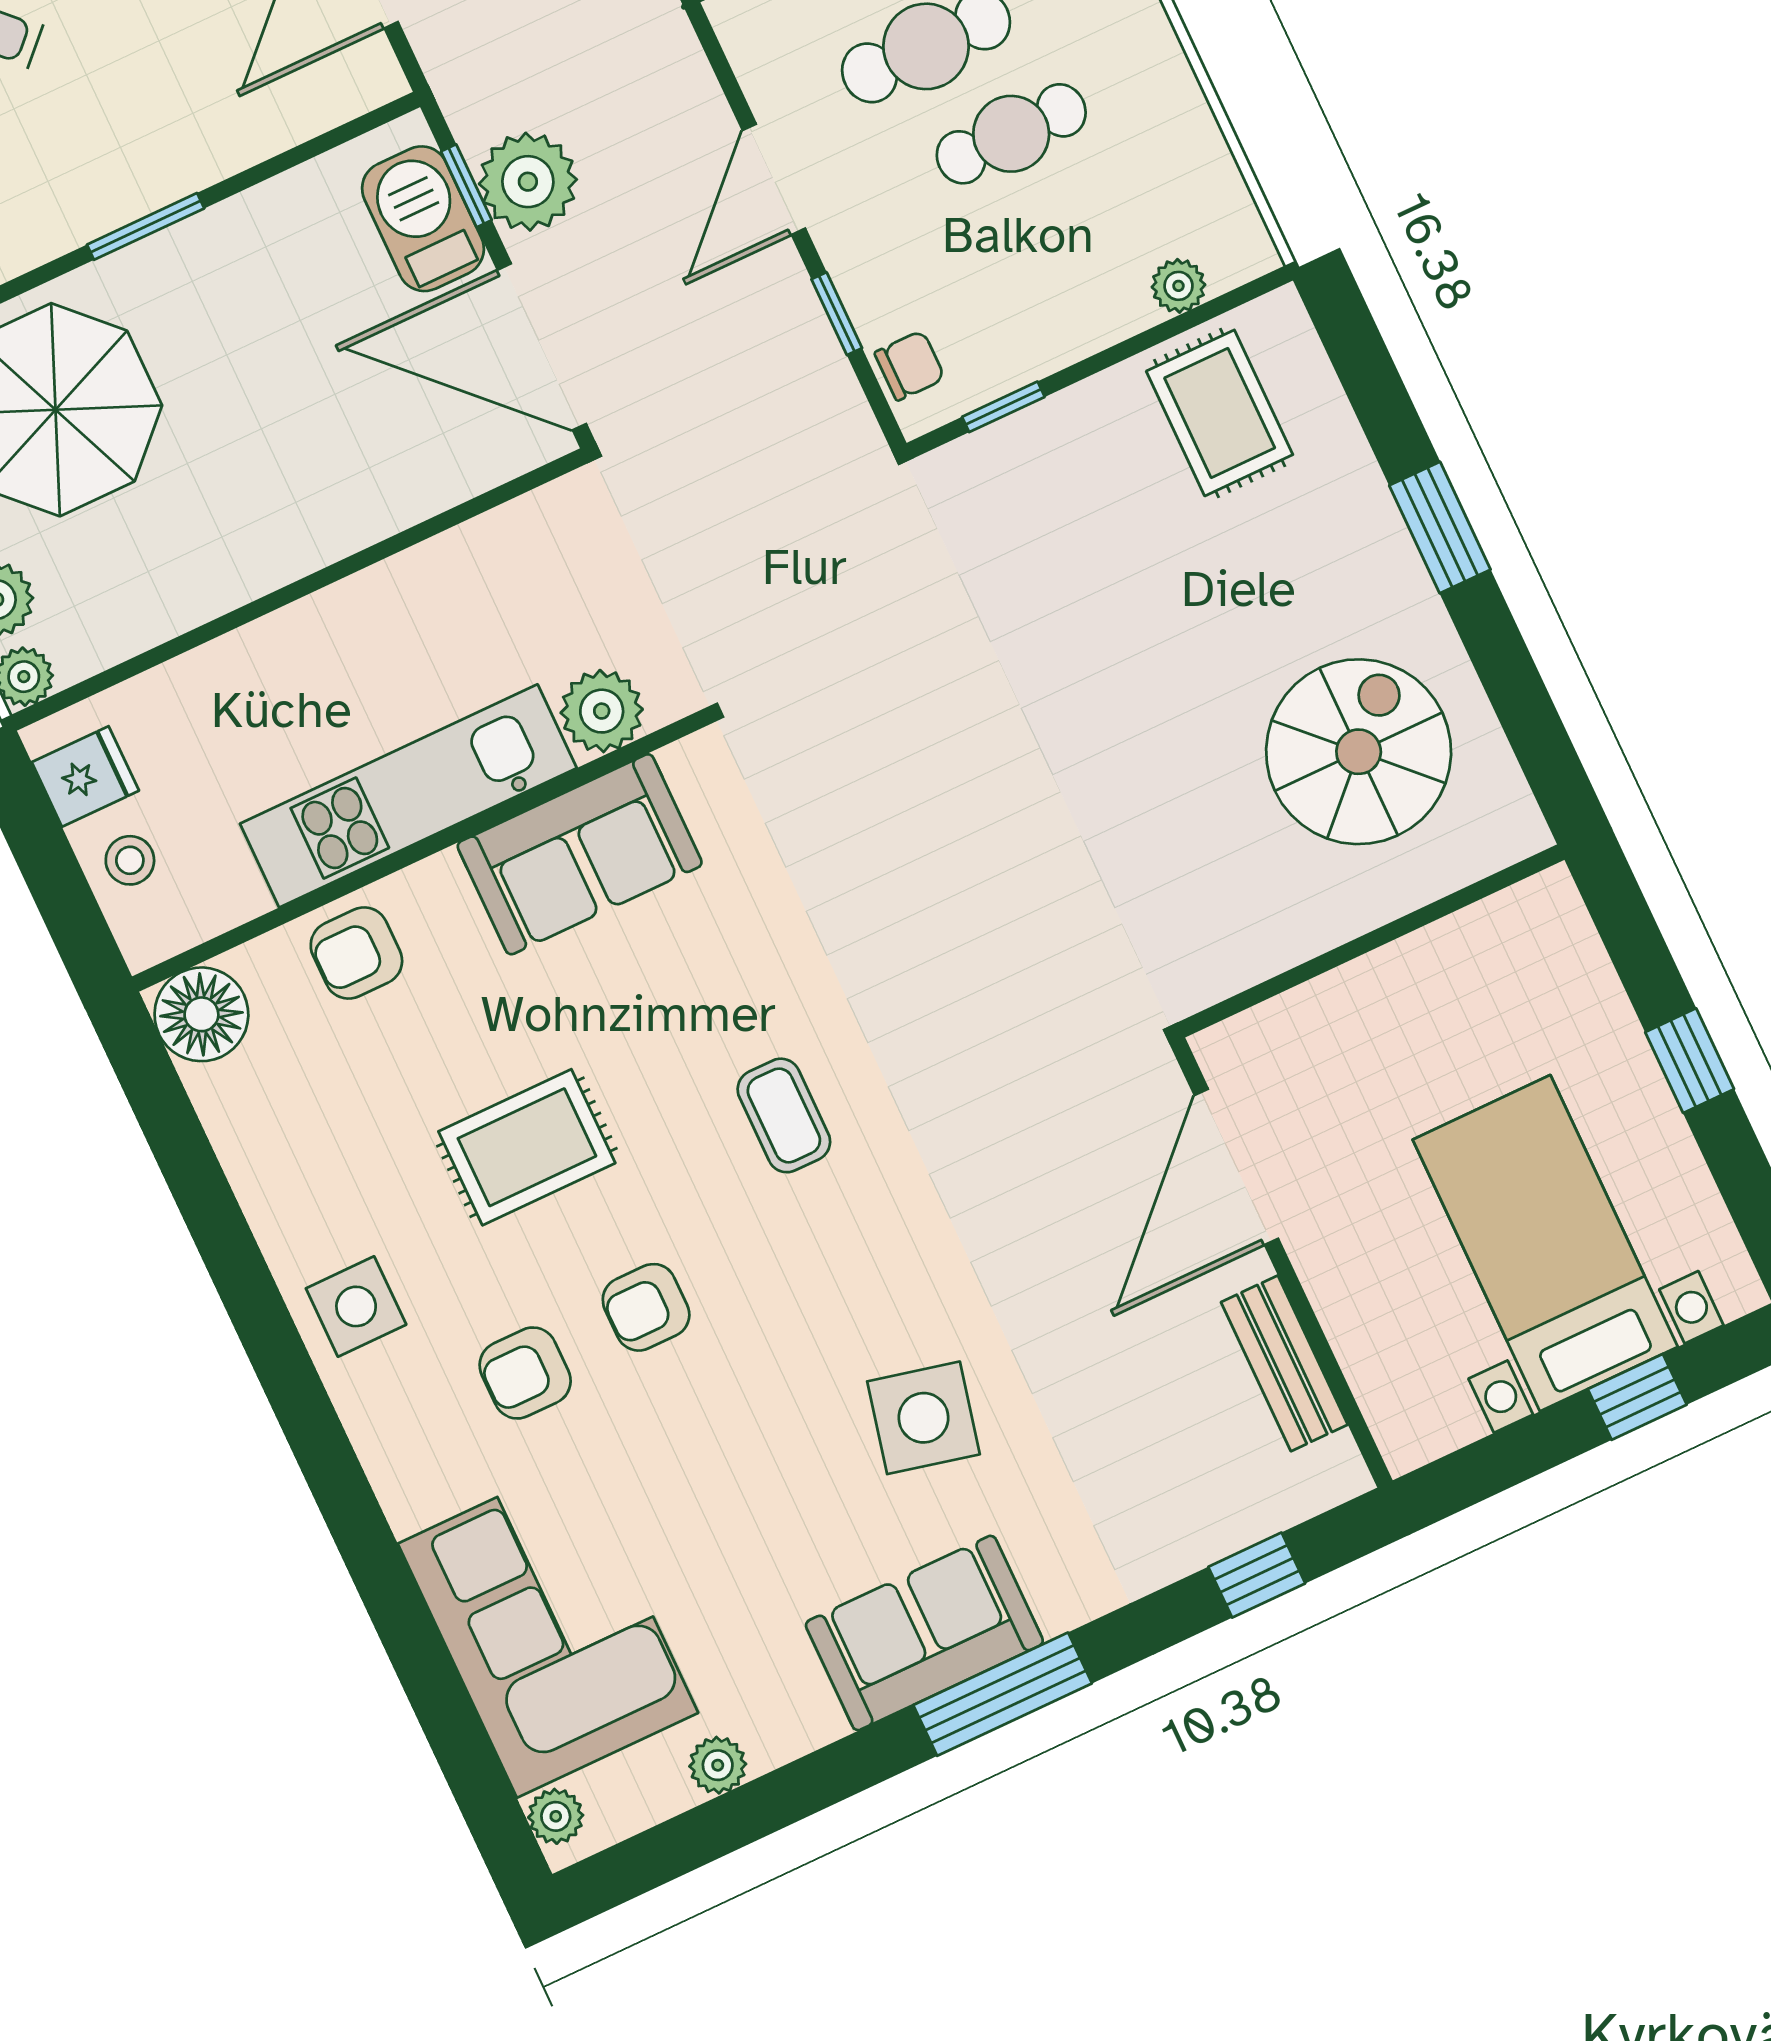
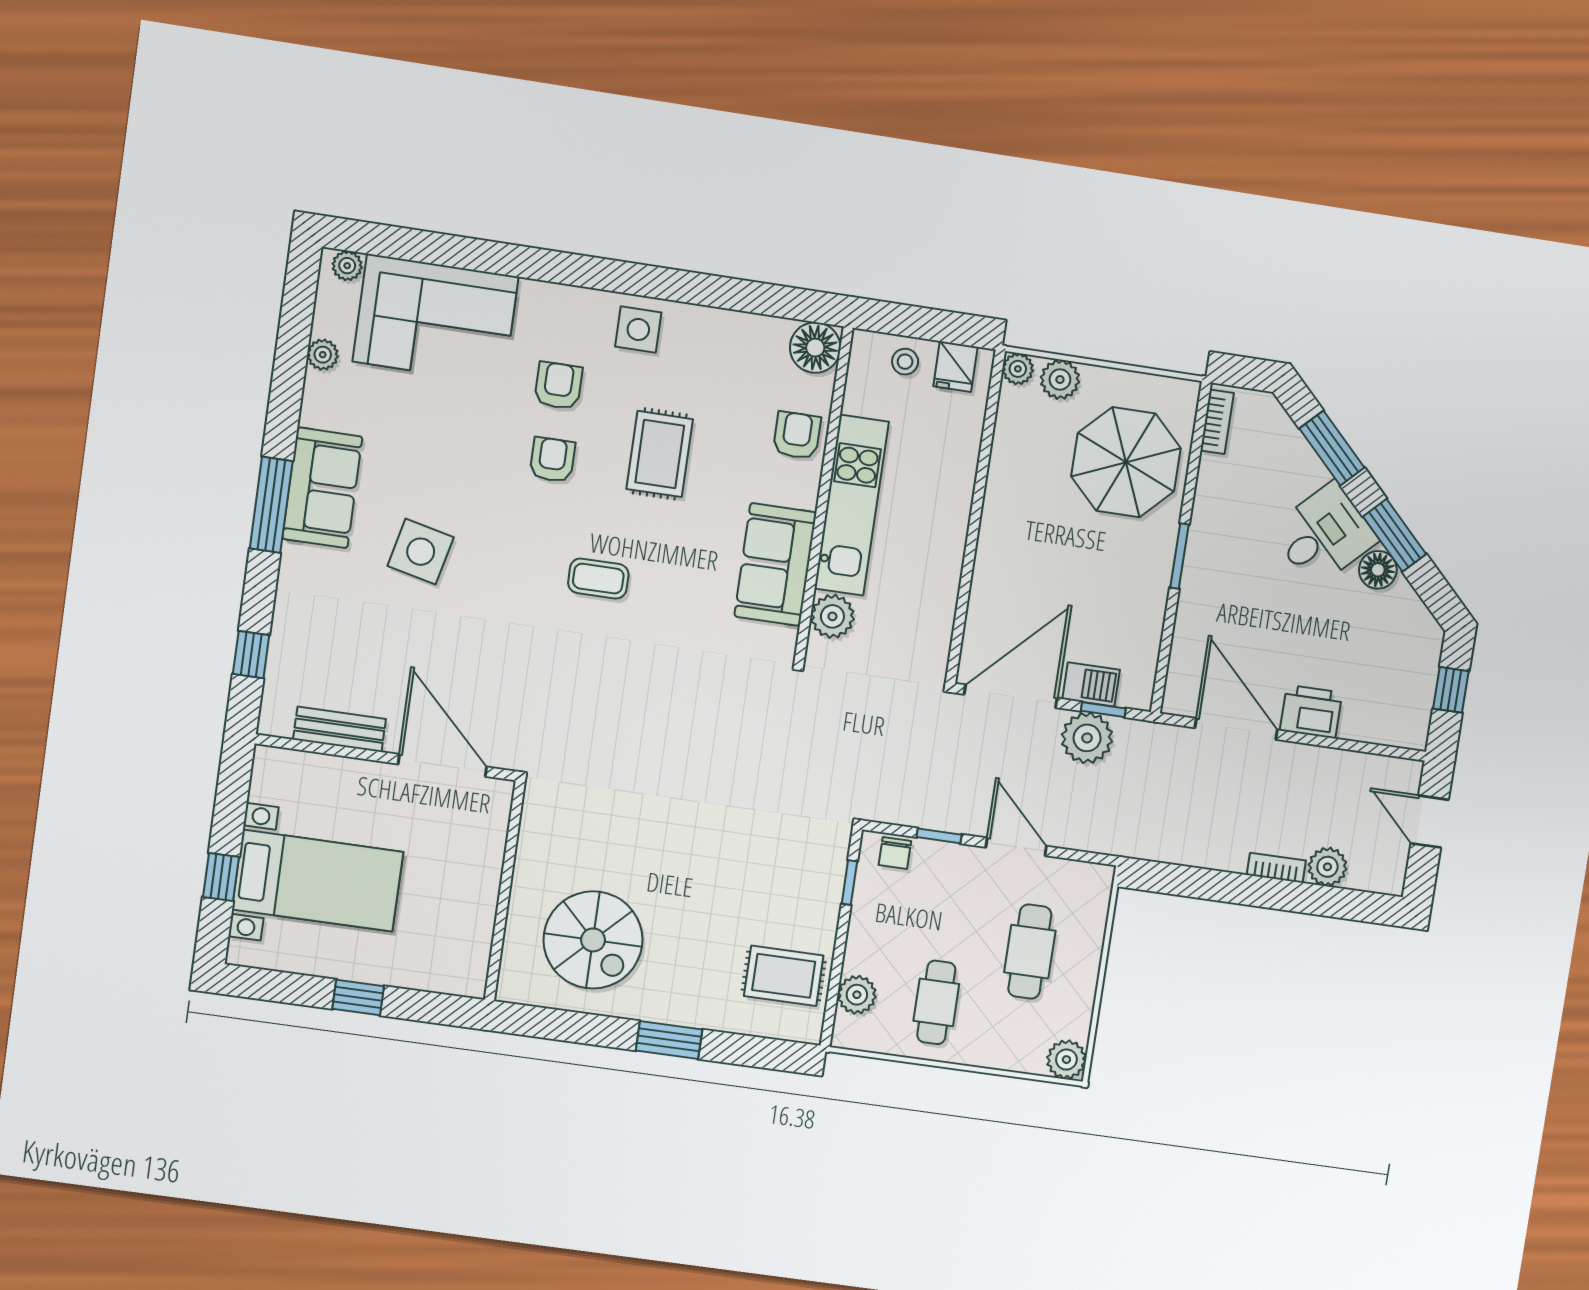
cafe table: (1011, 134) -> (936, 1002), moved
barbecue: (423, 219) -> (1091, 684), width x0.73, depth x0.79
plant: (1178, 286) -> (857, 995), width x1.38, depth x1.38

